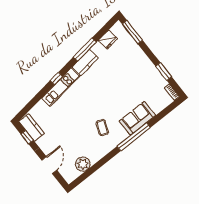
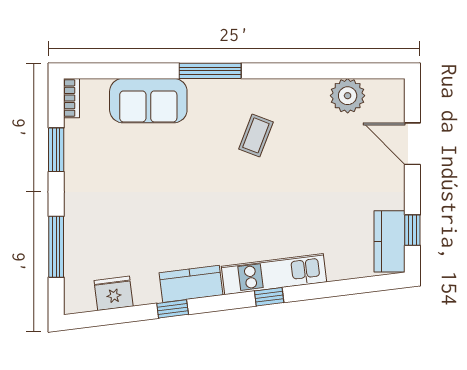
window: (132, 32) -> (56, 247), moved
window: (85, 50) -> (173, 309), width x0.46
sofa: (137, 118) -> (148, 101), moved
window: (134, 137) -> (210, 71), width x0.68
door: (49, 165) -> (412, 144), hinge flipped

